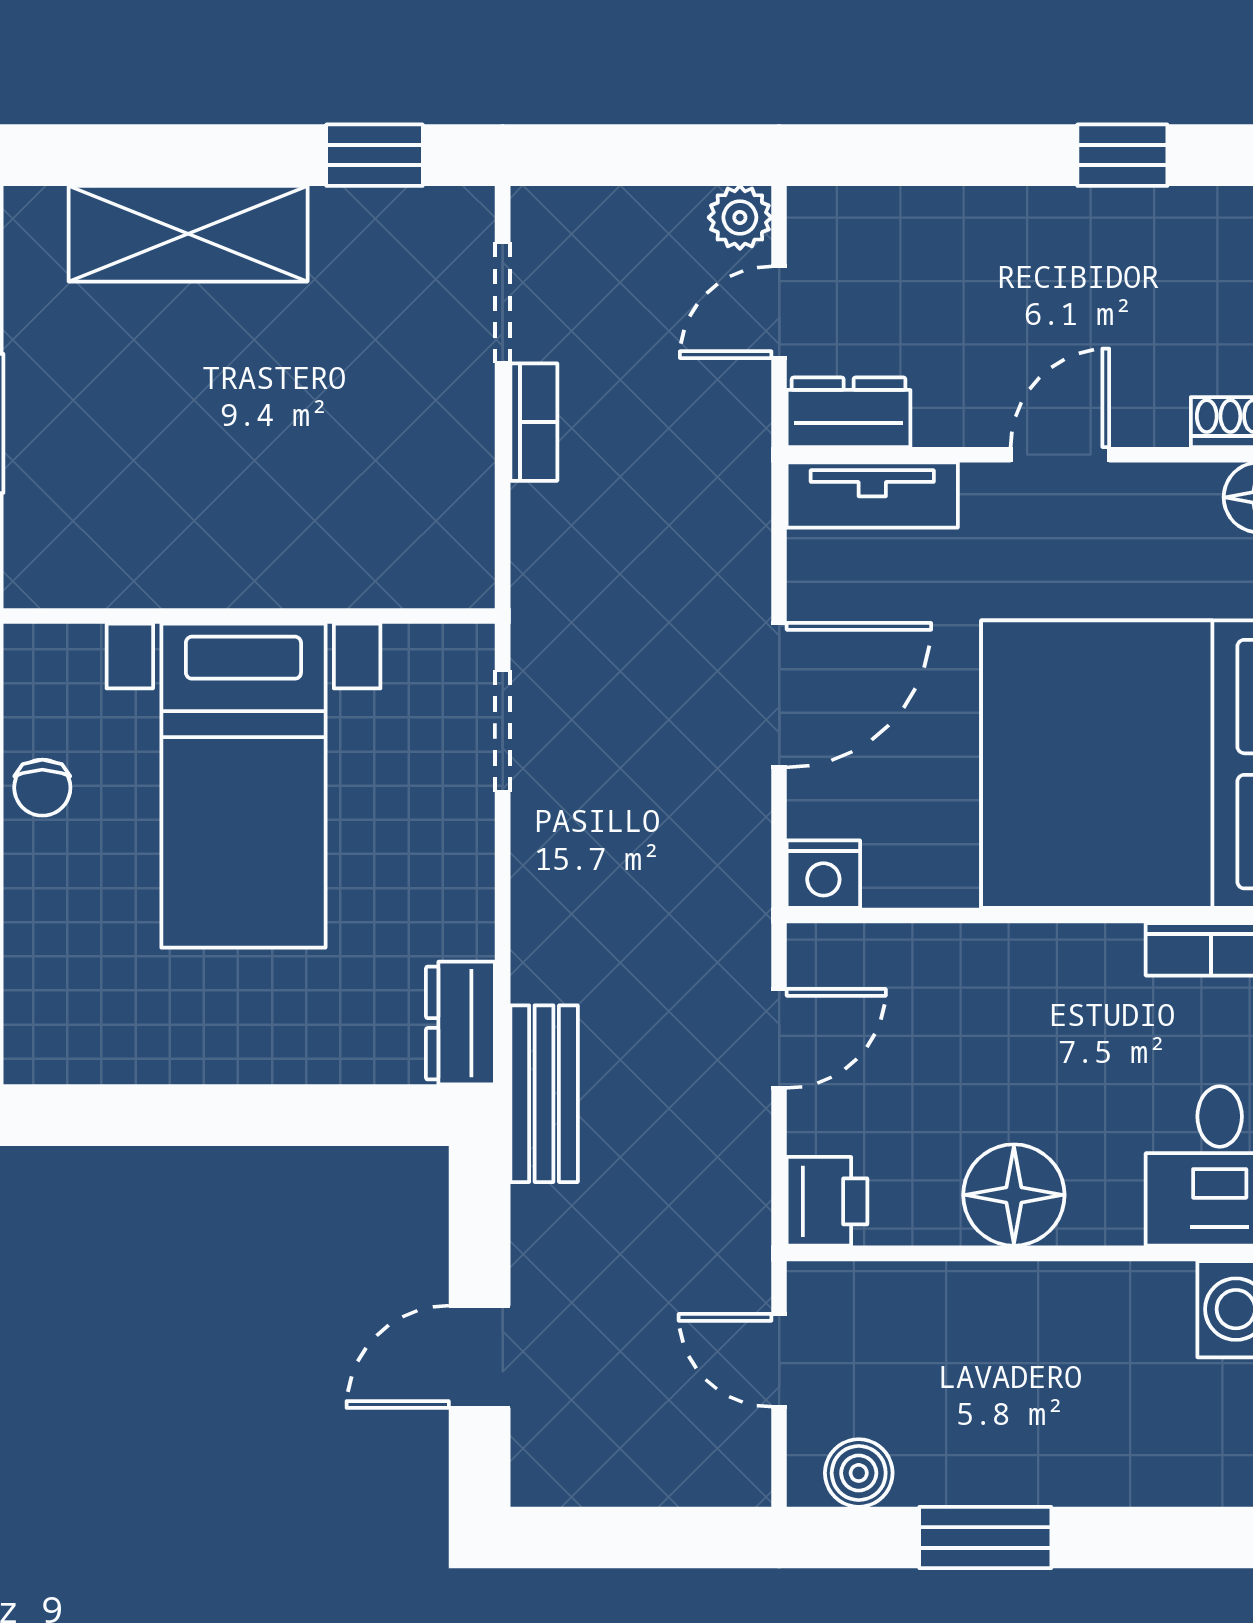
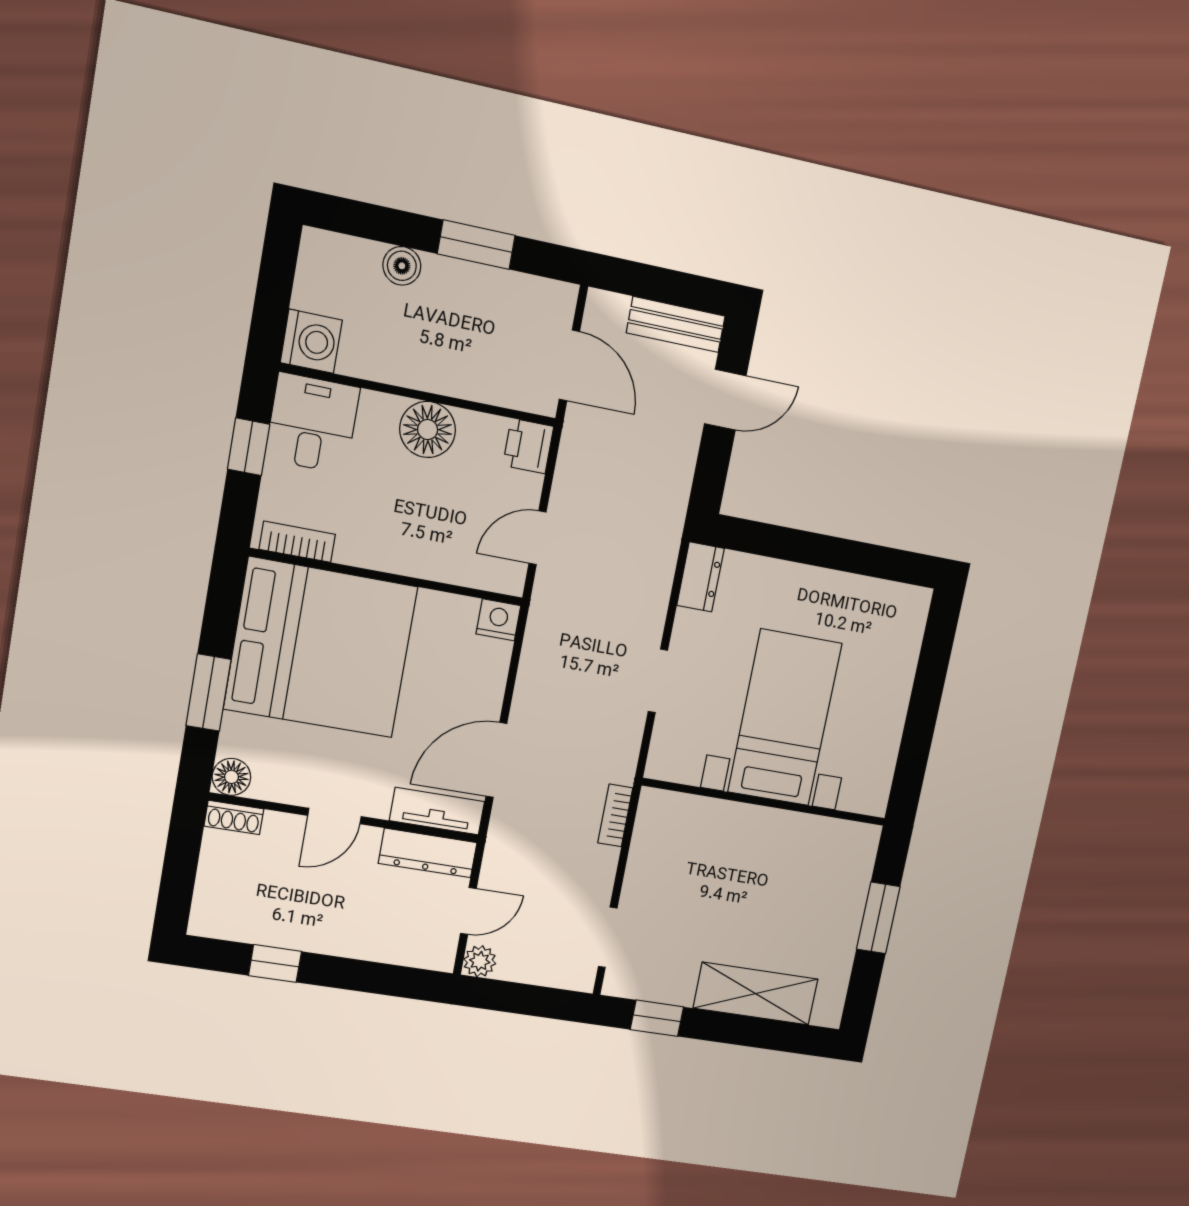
dresser: (849, 412) -> (428, 853), width x1.44
bookcase: (534, 422) -> (615, 815), moved
door: (779, 695) -> (496, 760), moved
doorway: (503, 731) -> (658, 681), moved
chair: (42, 788) -> (883, 734), removed
bench: (544, 1094) -> (676, 324), moved, turned 90
door: (779, 1360) -> (569, 365), width x1.38
boiler: (859, 1473) -> (402, 266), moved

